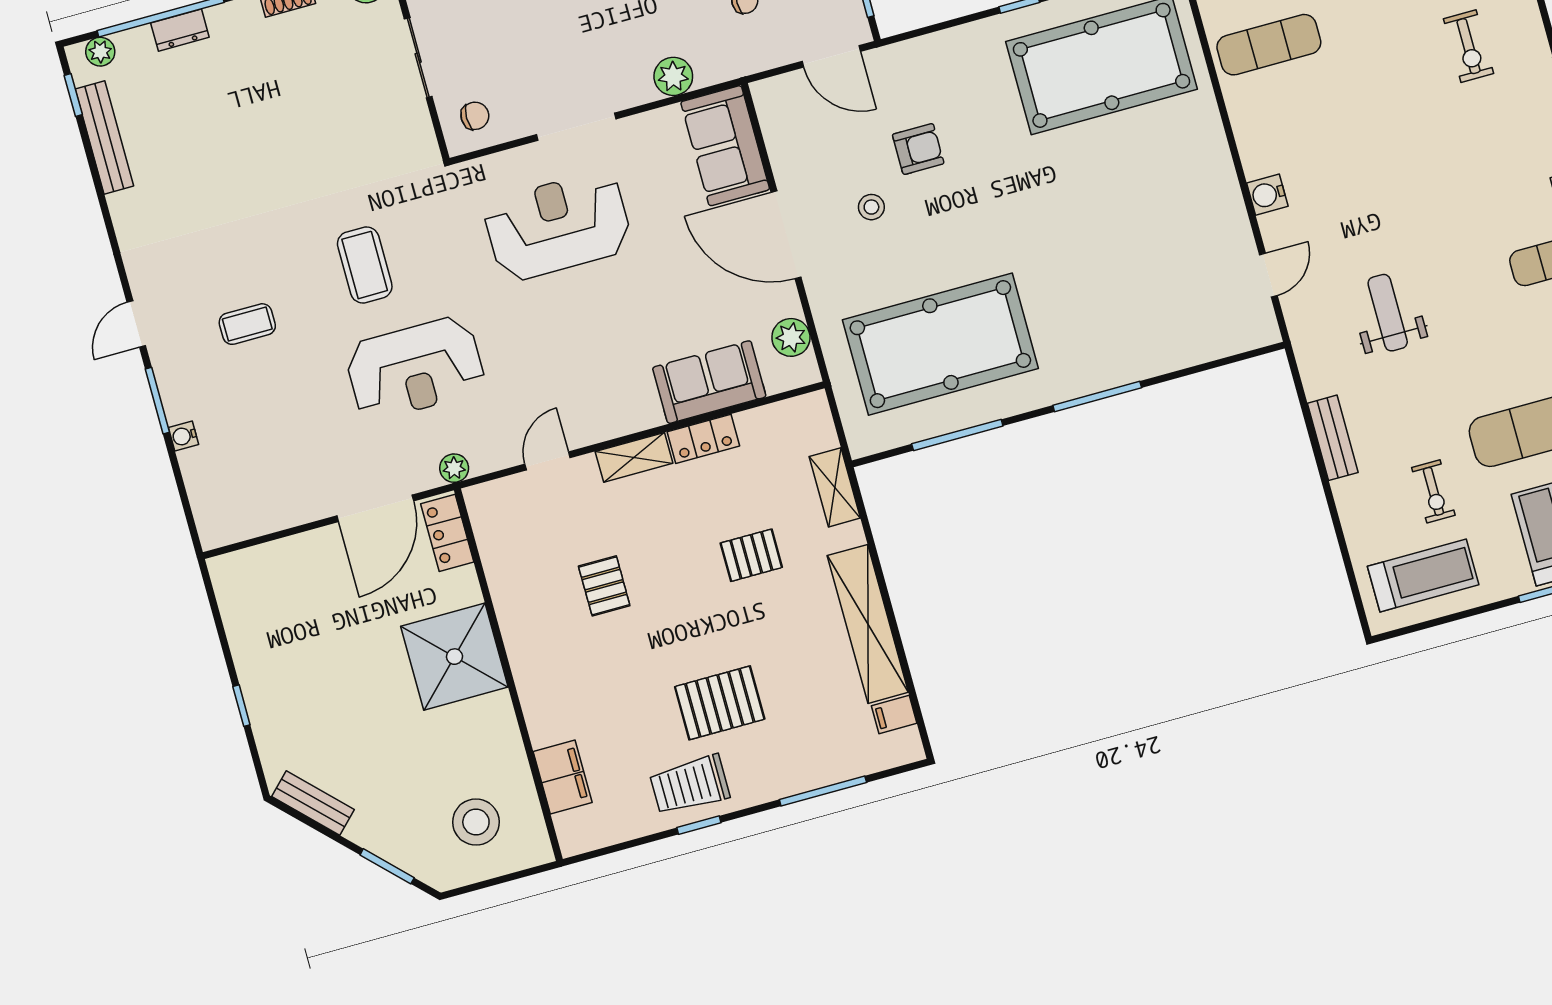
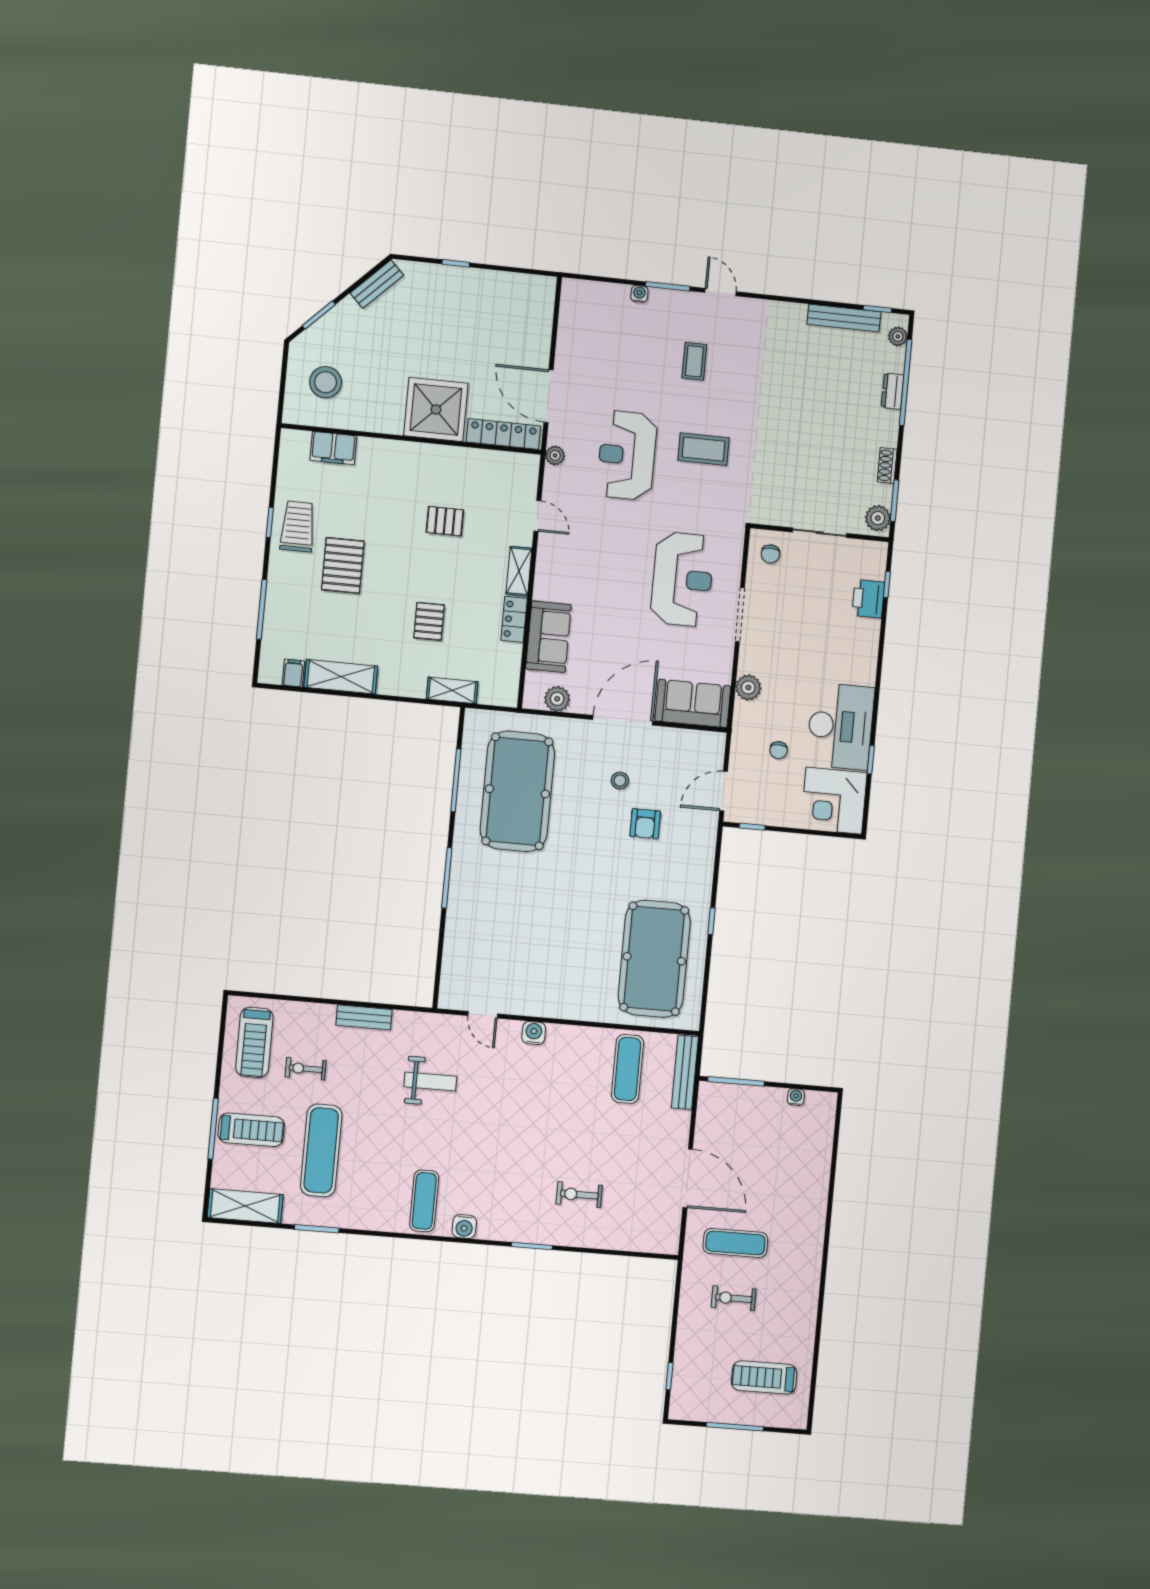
locker: (447, 533) -> (503, 434), width x1.53
shelving: (868, 624) -> (341, 677), width x0.68

